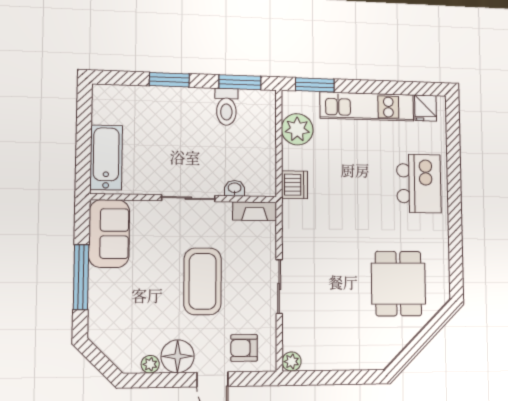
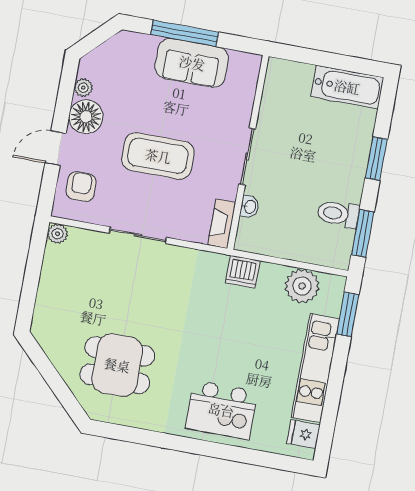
bathtub: (106, 157) -> (347, 87), moved
sofa: (109, 234) -> (192, 63), moved

